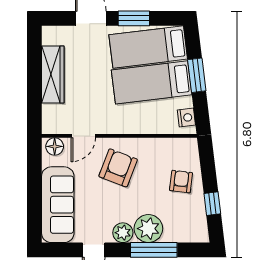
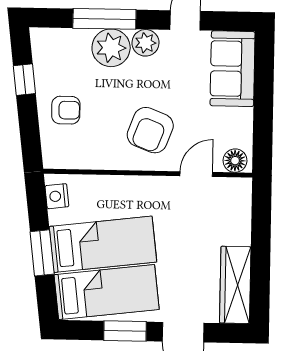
wardrobe: (53, 74) -> (235, 285), moved
armchair: (181, 182) -> (66, 110), turned -97
sofa: (58, 205) -> (233, 69), width x0.73

